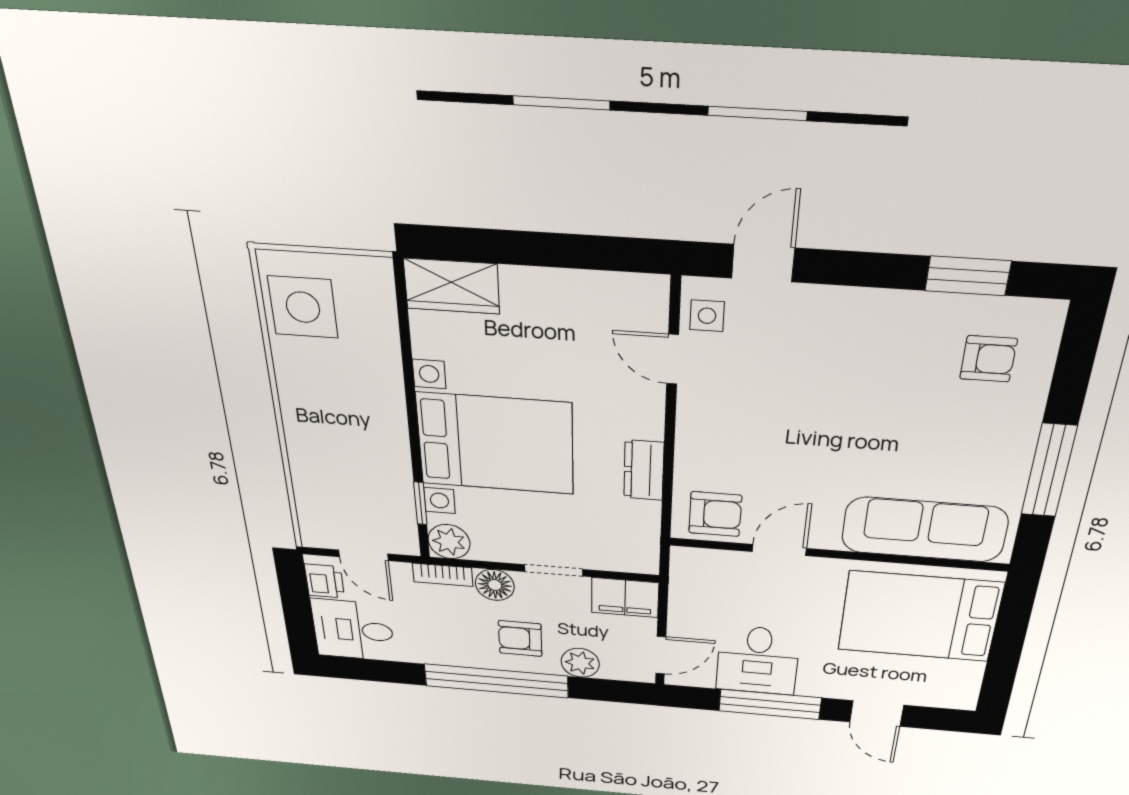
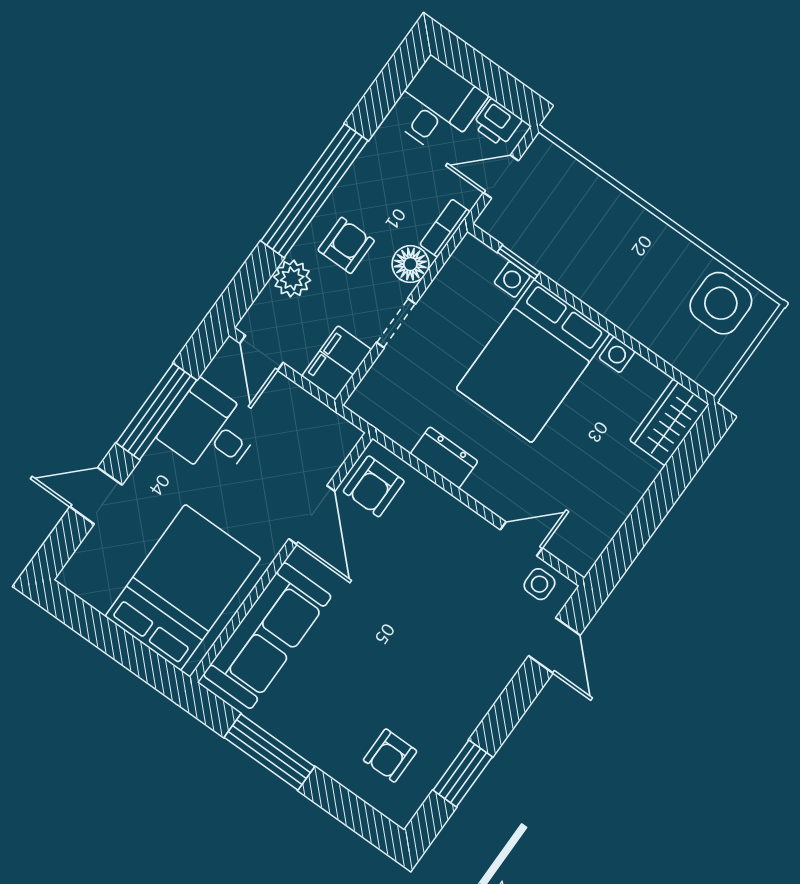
plant: (449, 542) -> (472, 258), removed
door: (779, 550) -> (312, 515), width x1.38

